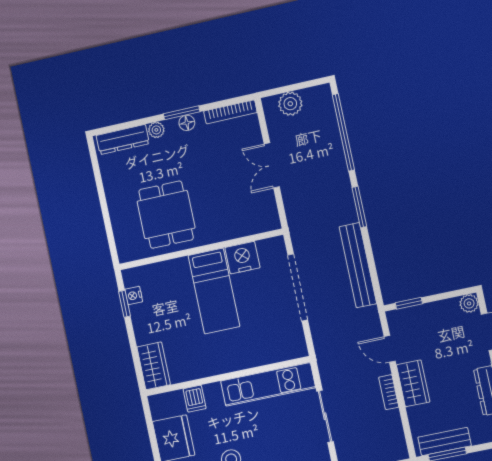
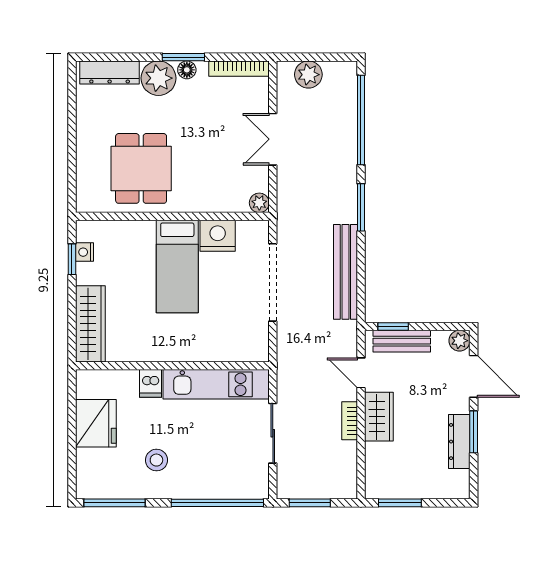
plant: (156, 130) -> (159, 78), width x1.87, depth x1.87
plant: (272, 222) -> (259, 203), added
wardrobe: (154, 366) -> (90, 324), width x1.50
dishwasher: (195, 399) -> (150, 383), moved
bench: (445, 441) -> (402, 341), moved

